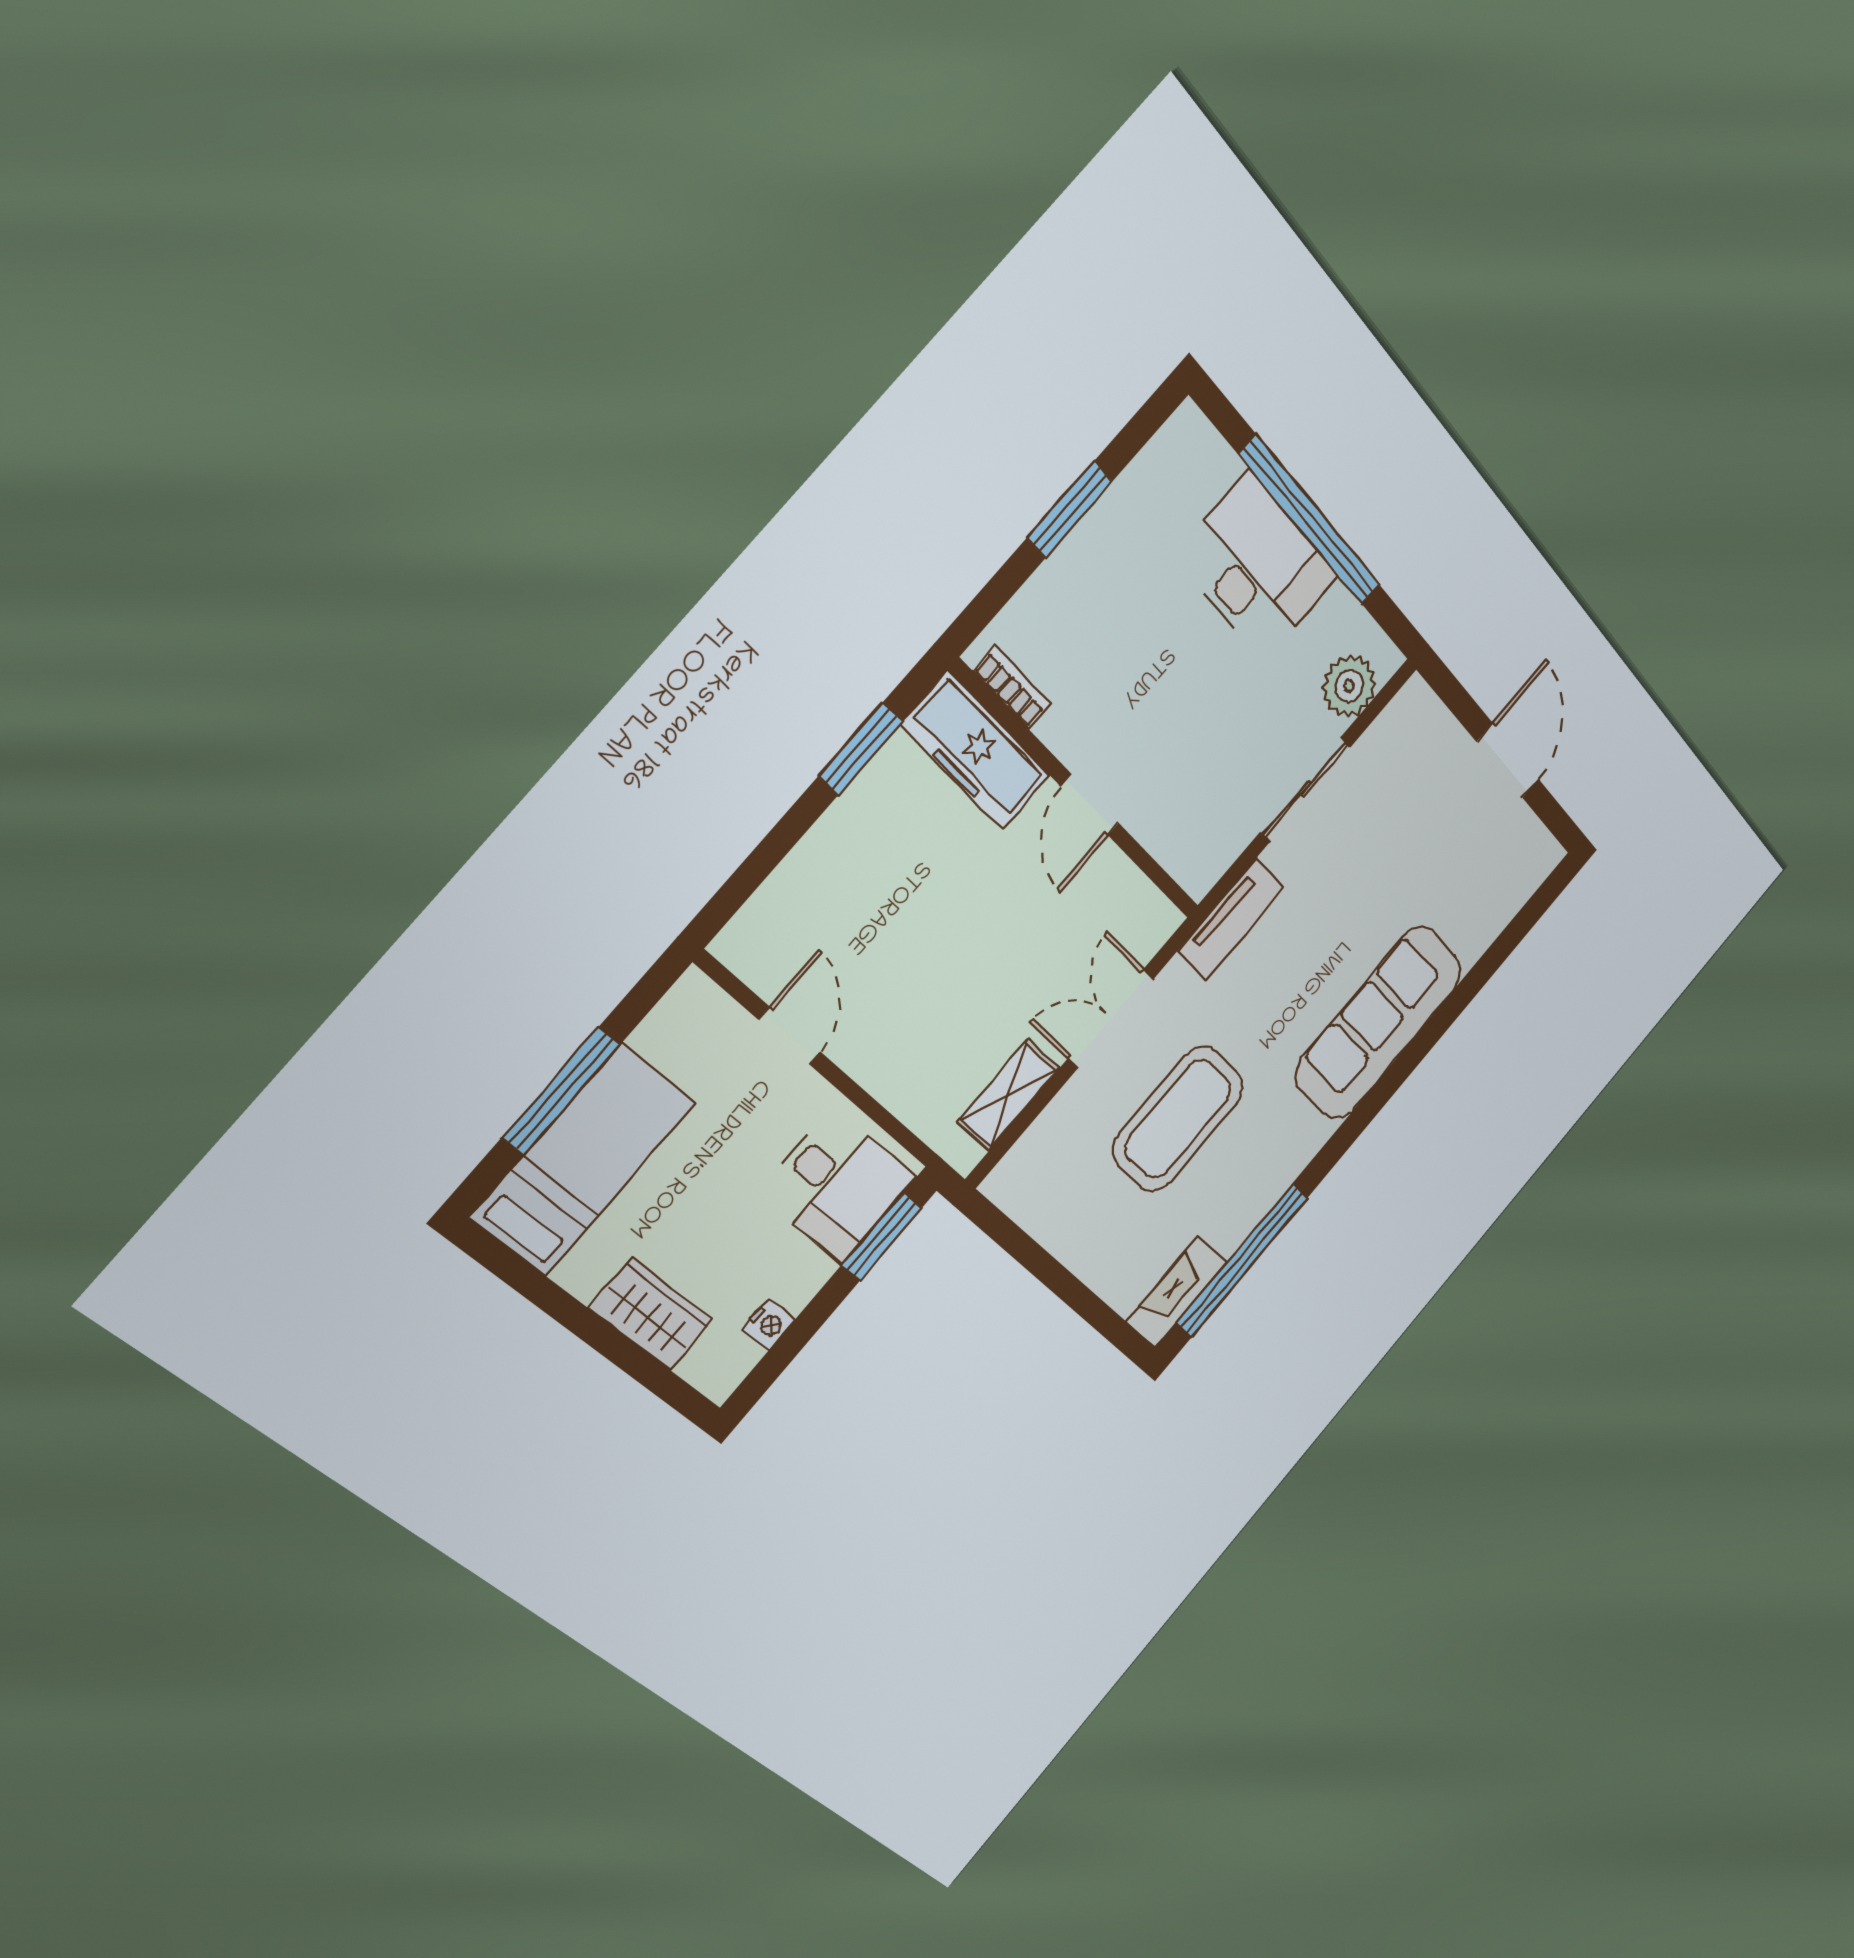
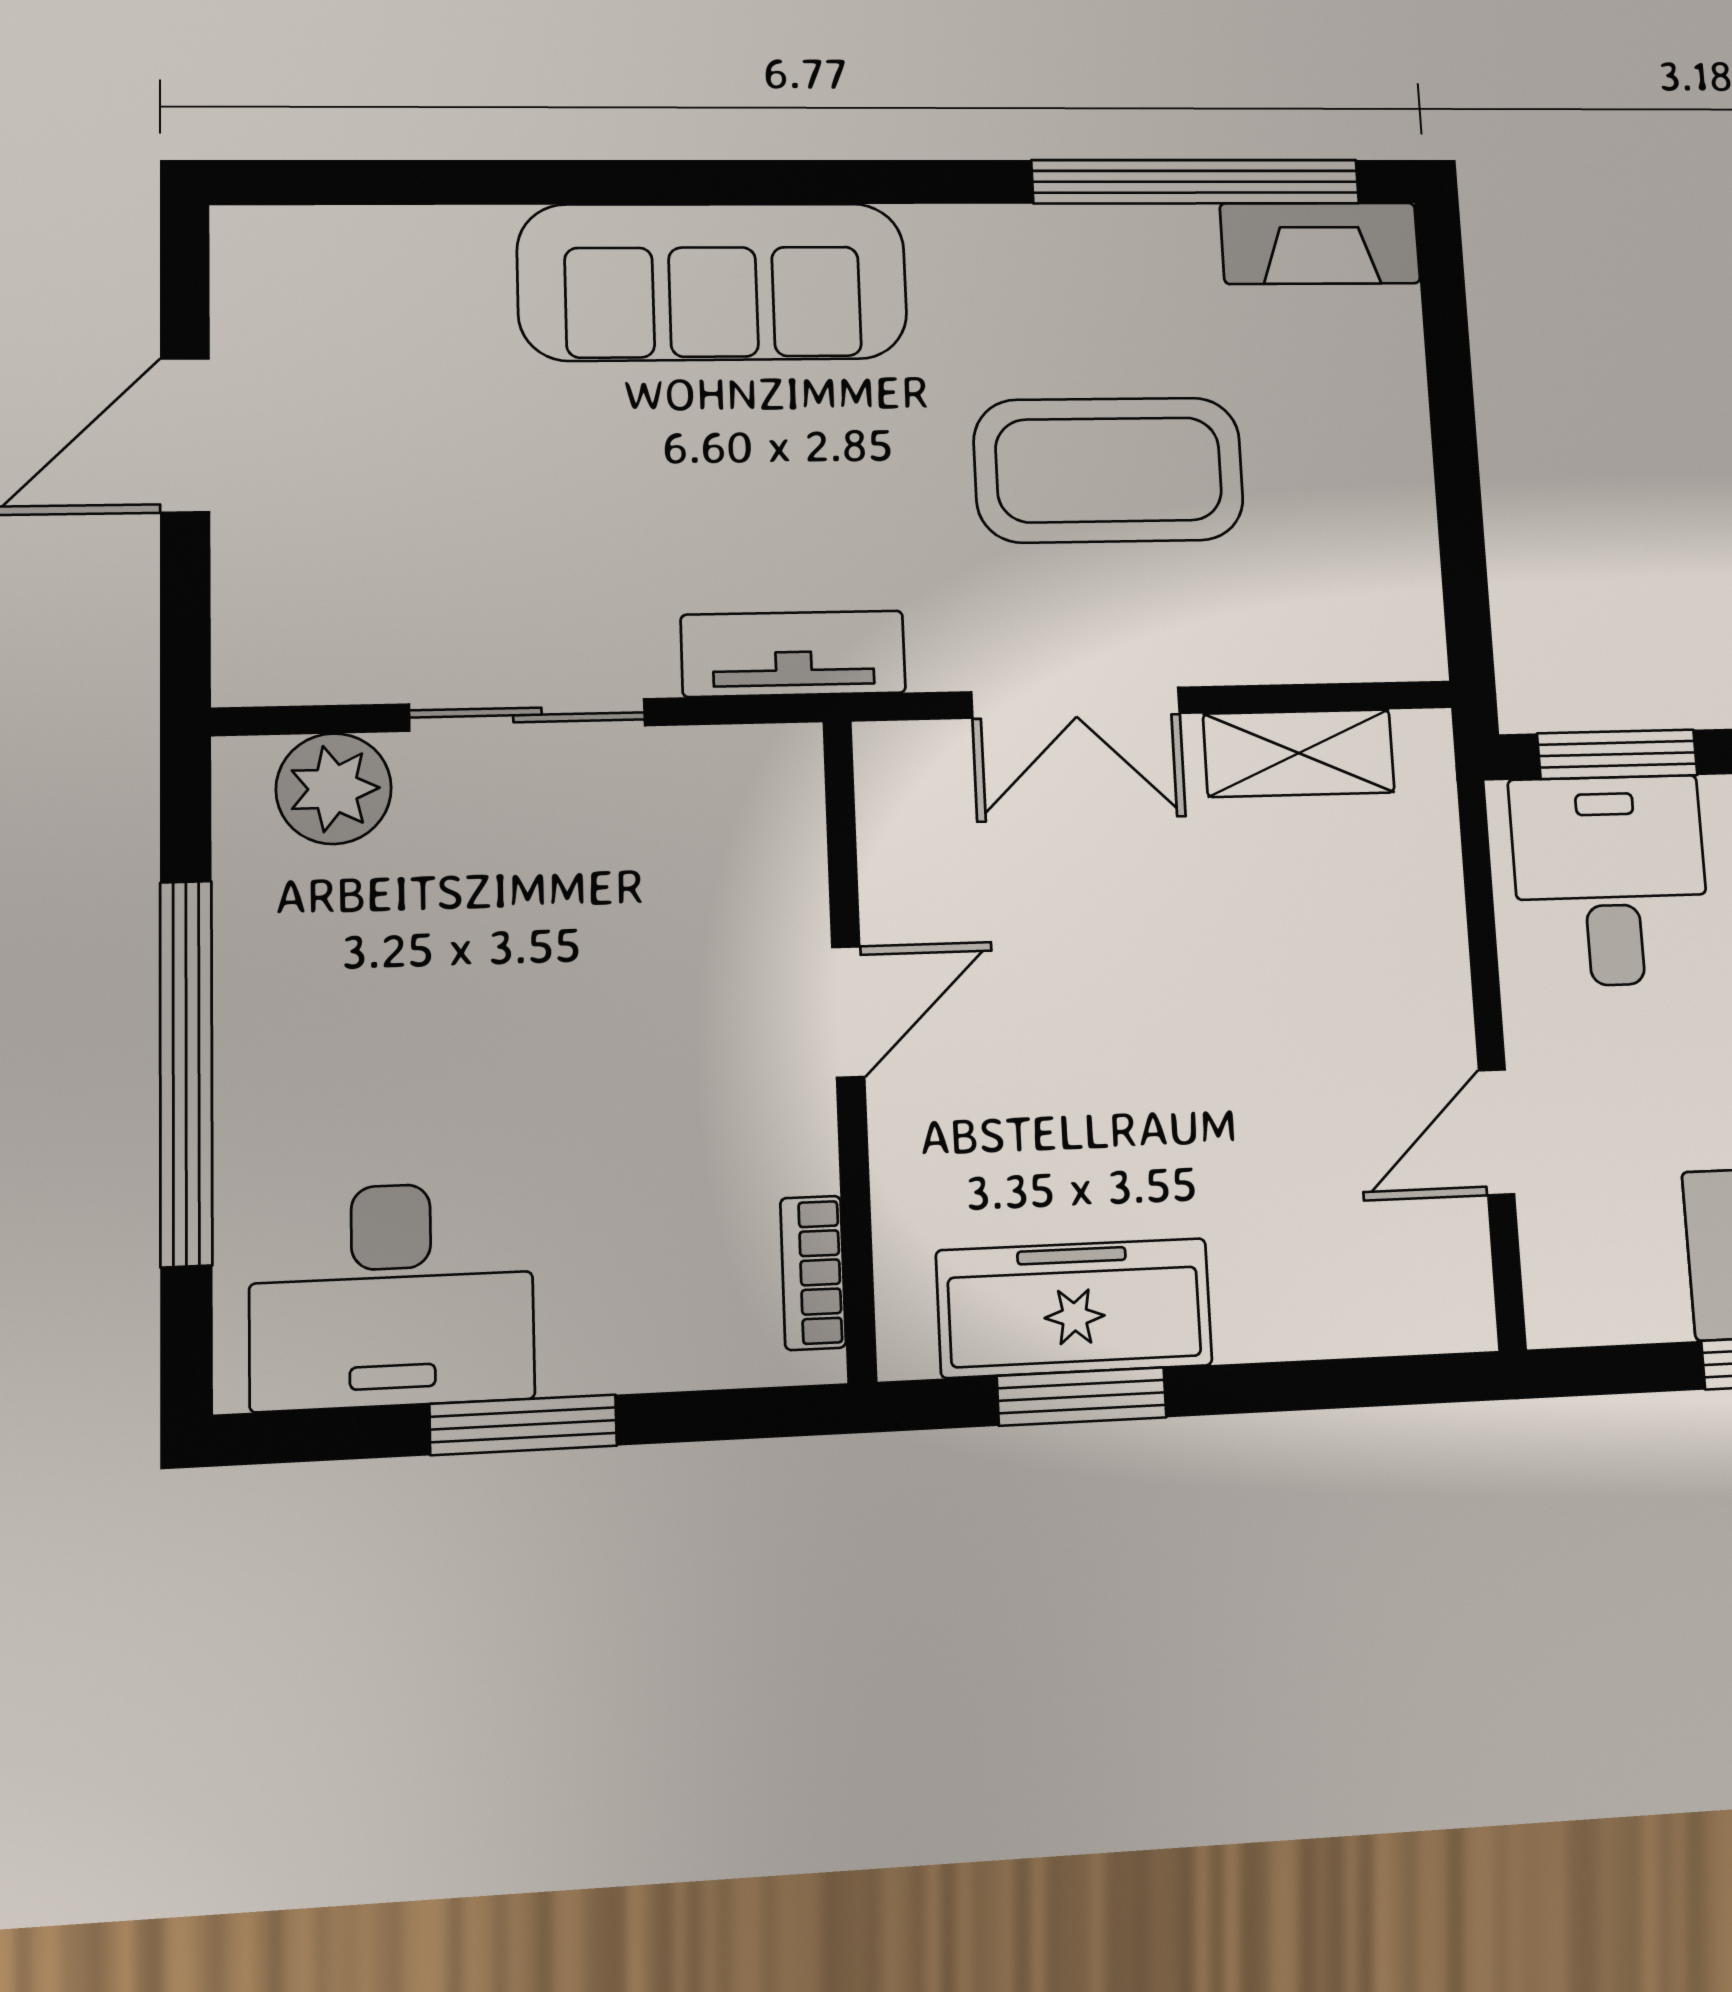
desk: (1256, 566) -> (392, 1295), moved, turned -90
freezer: (976, 751) -> (1074, 1308), moved, turned -90

